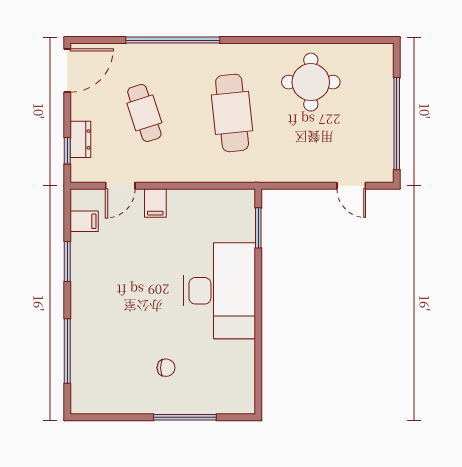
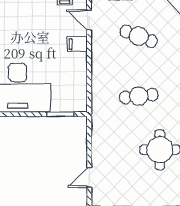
cafe table: (144, 113) -> (139, 36), turned 39
cafe table: (232, 113) -> (139, 96), width x0.73, depth x0.74

